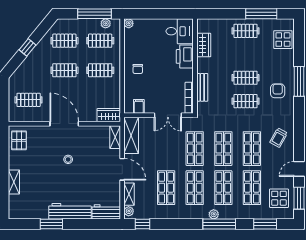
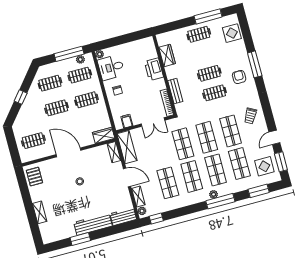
desk: (180, 31) -> (111, 67), moved, turned 180

